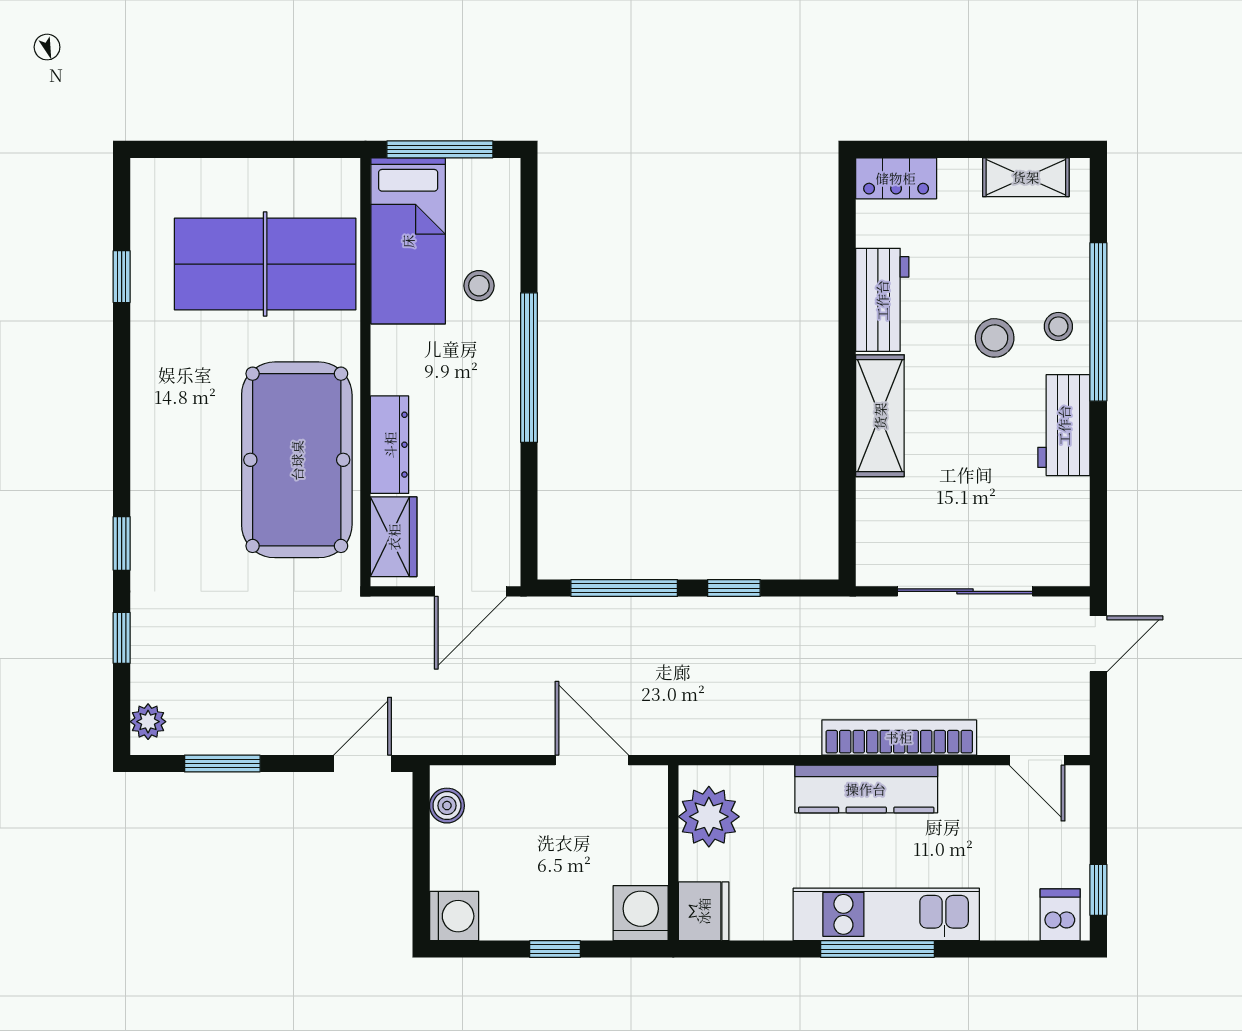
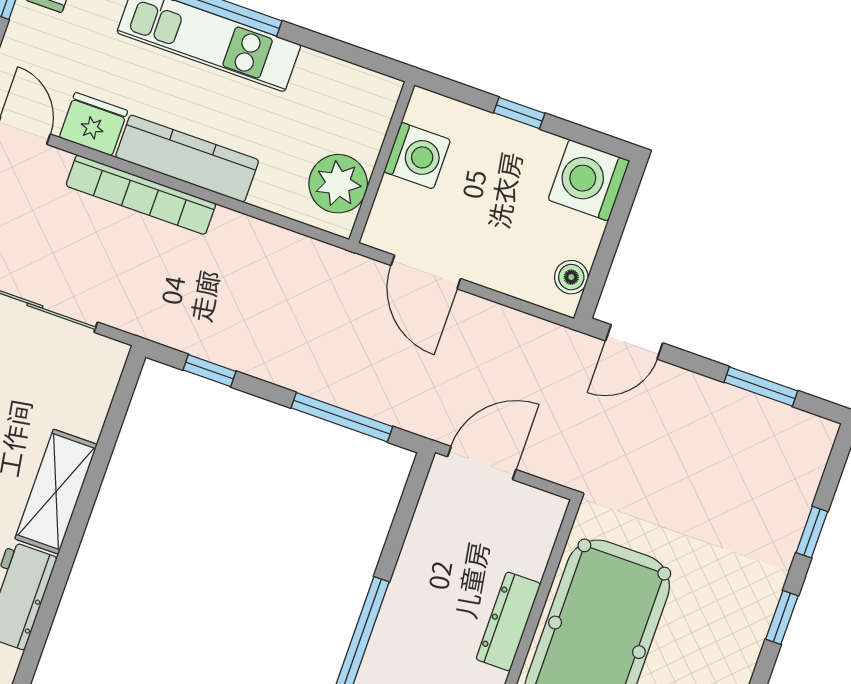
wardrobe: (394, 537) -> (534, 537), removed
window: (734, 588) -> (209, 371), moved
plant: (148, 722) -> (815, 448), removed
fridge: (704, 911) -> (93, 124), moved, turned 90
washing machine: (641, 913) -> (417, 156), moved, turned -90
washing machine: (454, 916) -> (589, 180), width x1.37, depth x1.37

